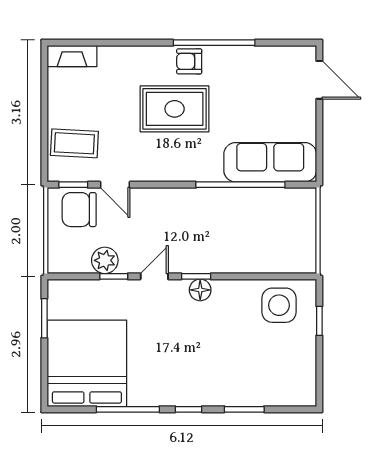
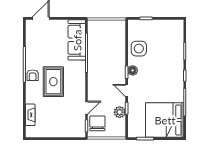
fireplace: (72, 56) -> (30, 115), moved
coffee table: (74, 143) -> (68, 125), removed
chair: (79, 210) -> (97, 123), turned 180
side table: (279, 305) -> (139, 49), moved

